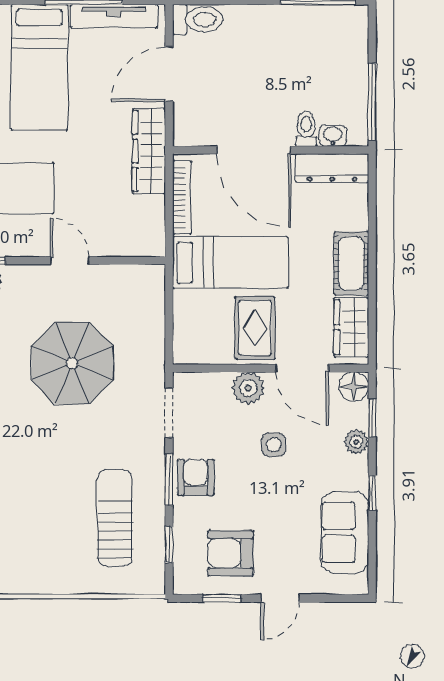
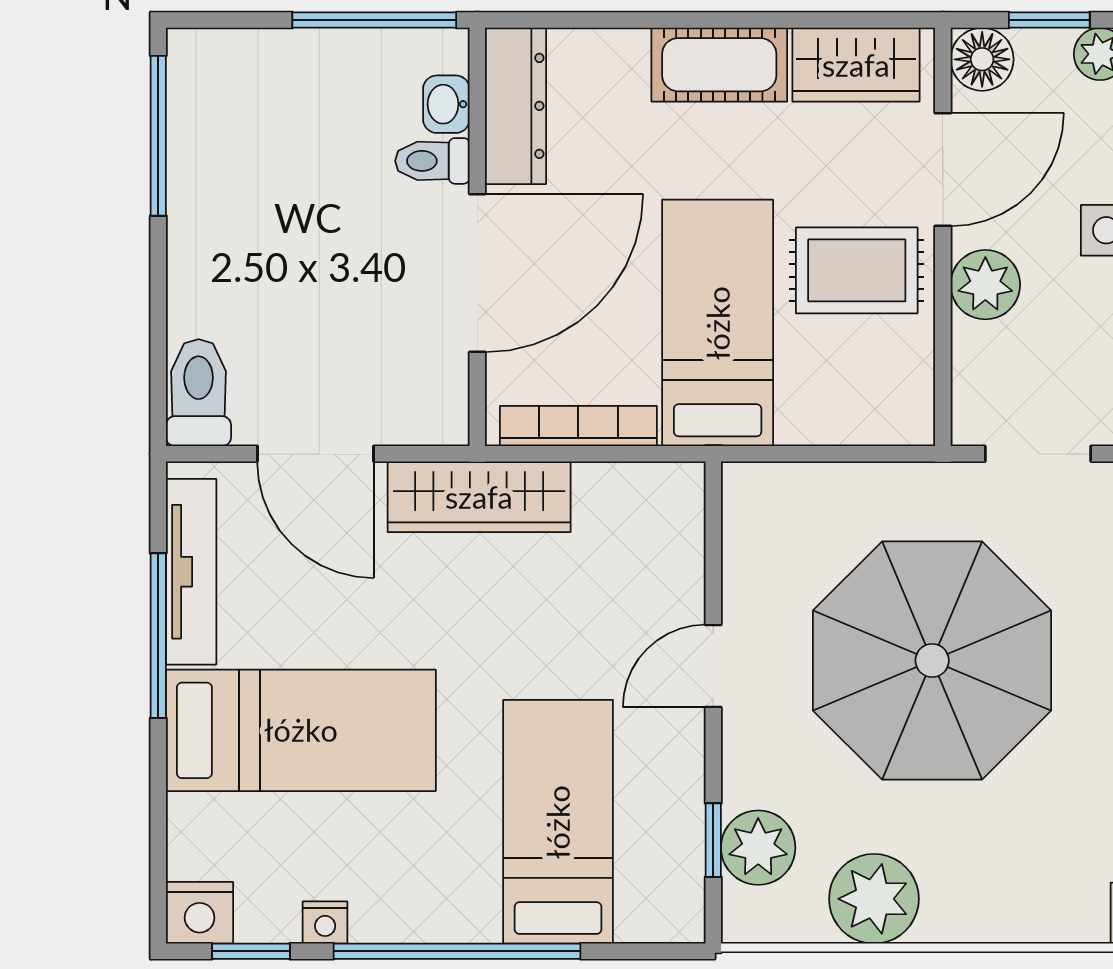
parasol: (72, 363) -> (932, 660), width x1.36, depth x1.36

